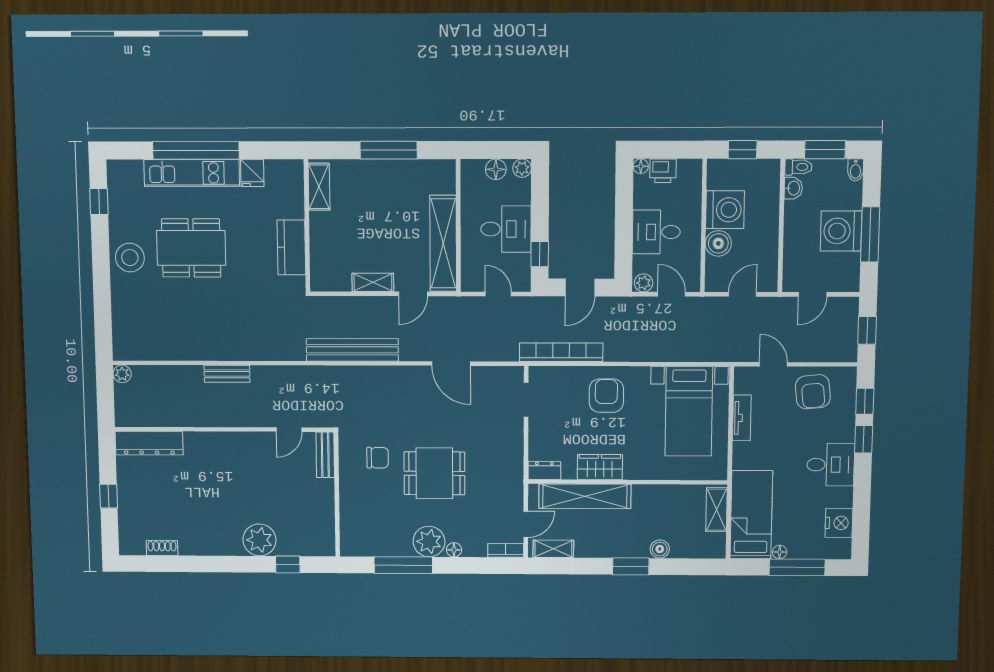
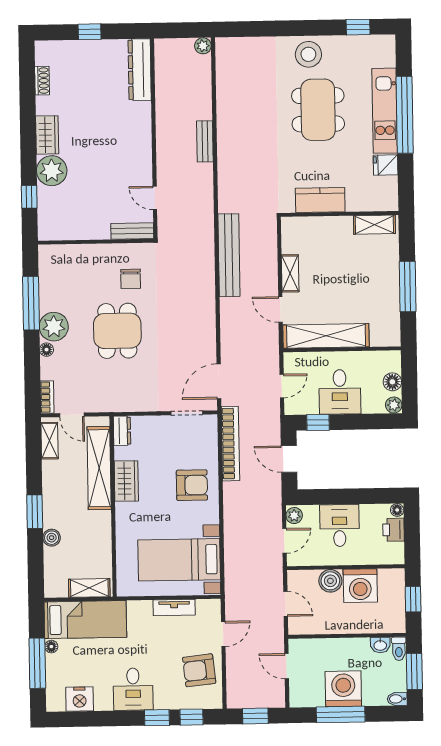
door: (451, 364) -> (219, 381), moved
wardrobe: (221, 544) -> (47, 135), added

